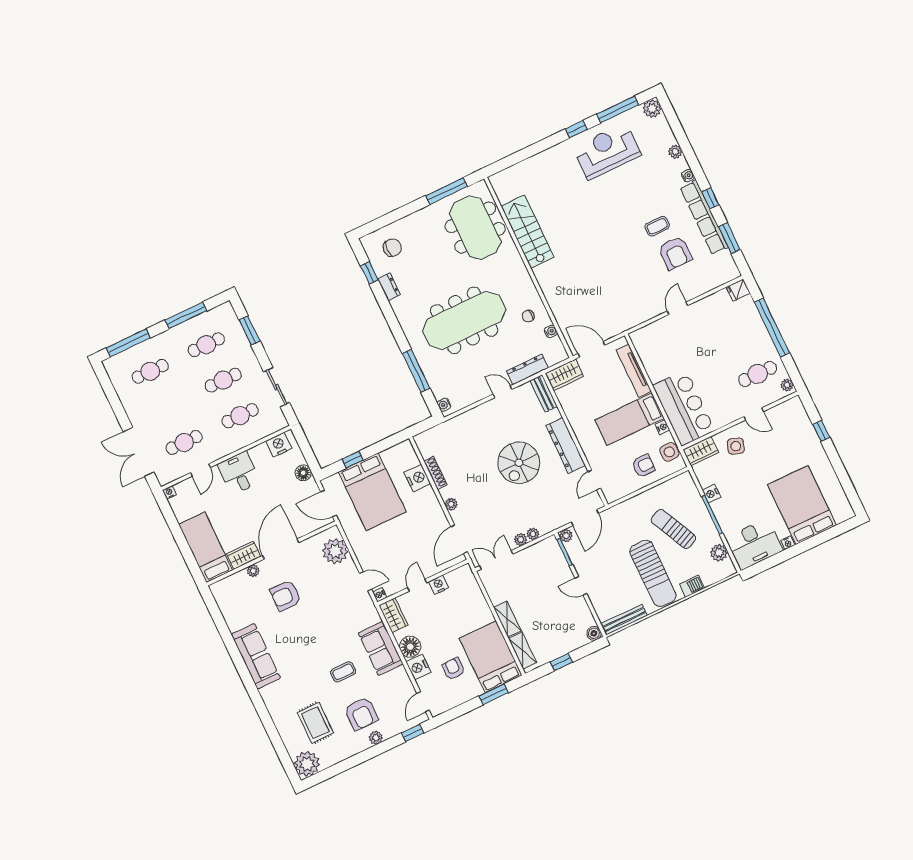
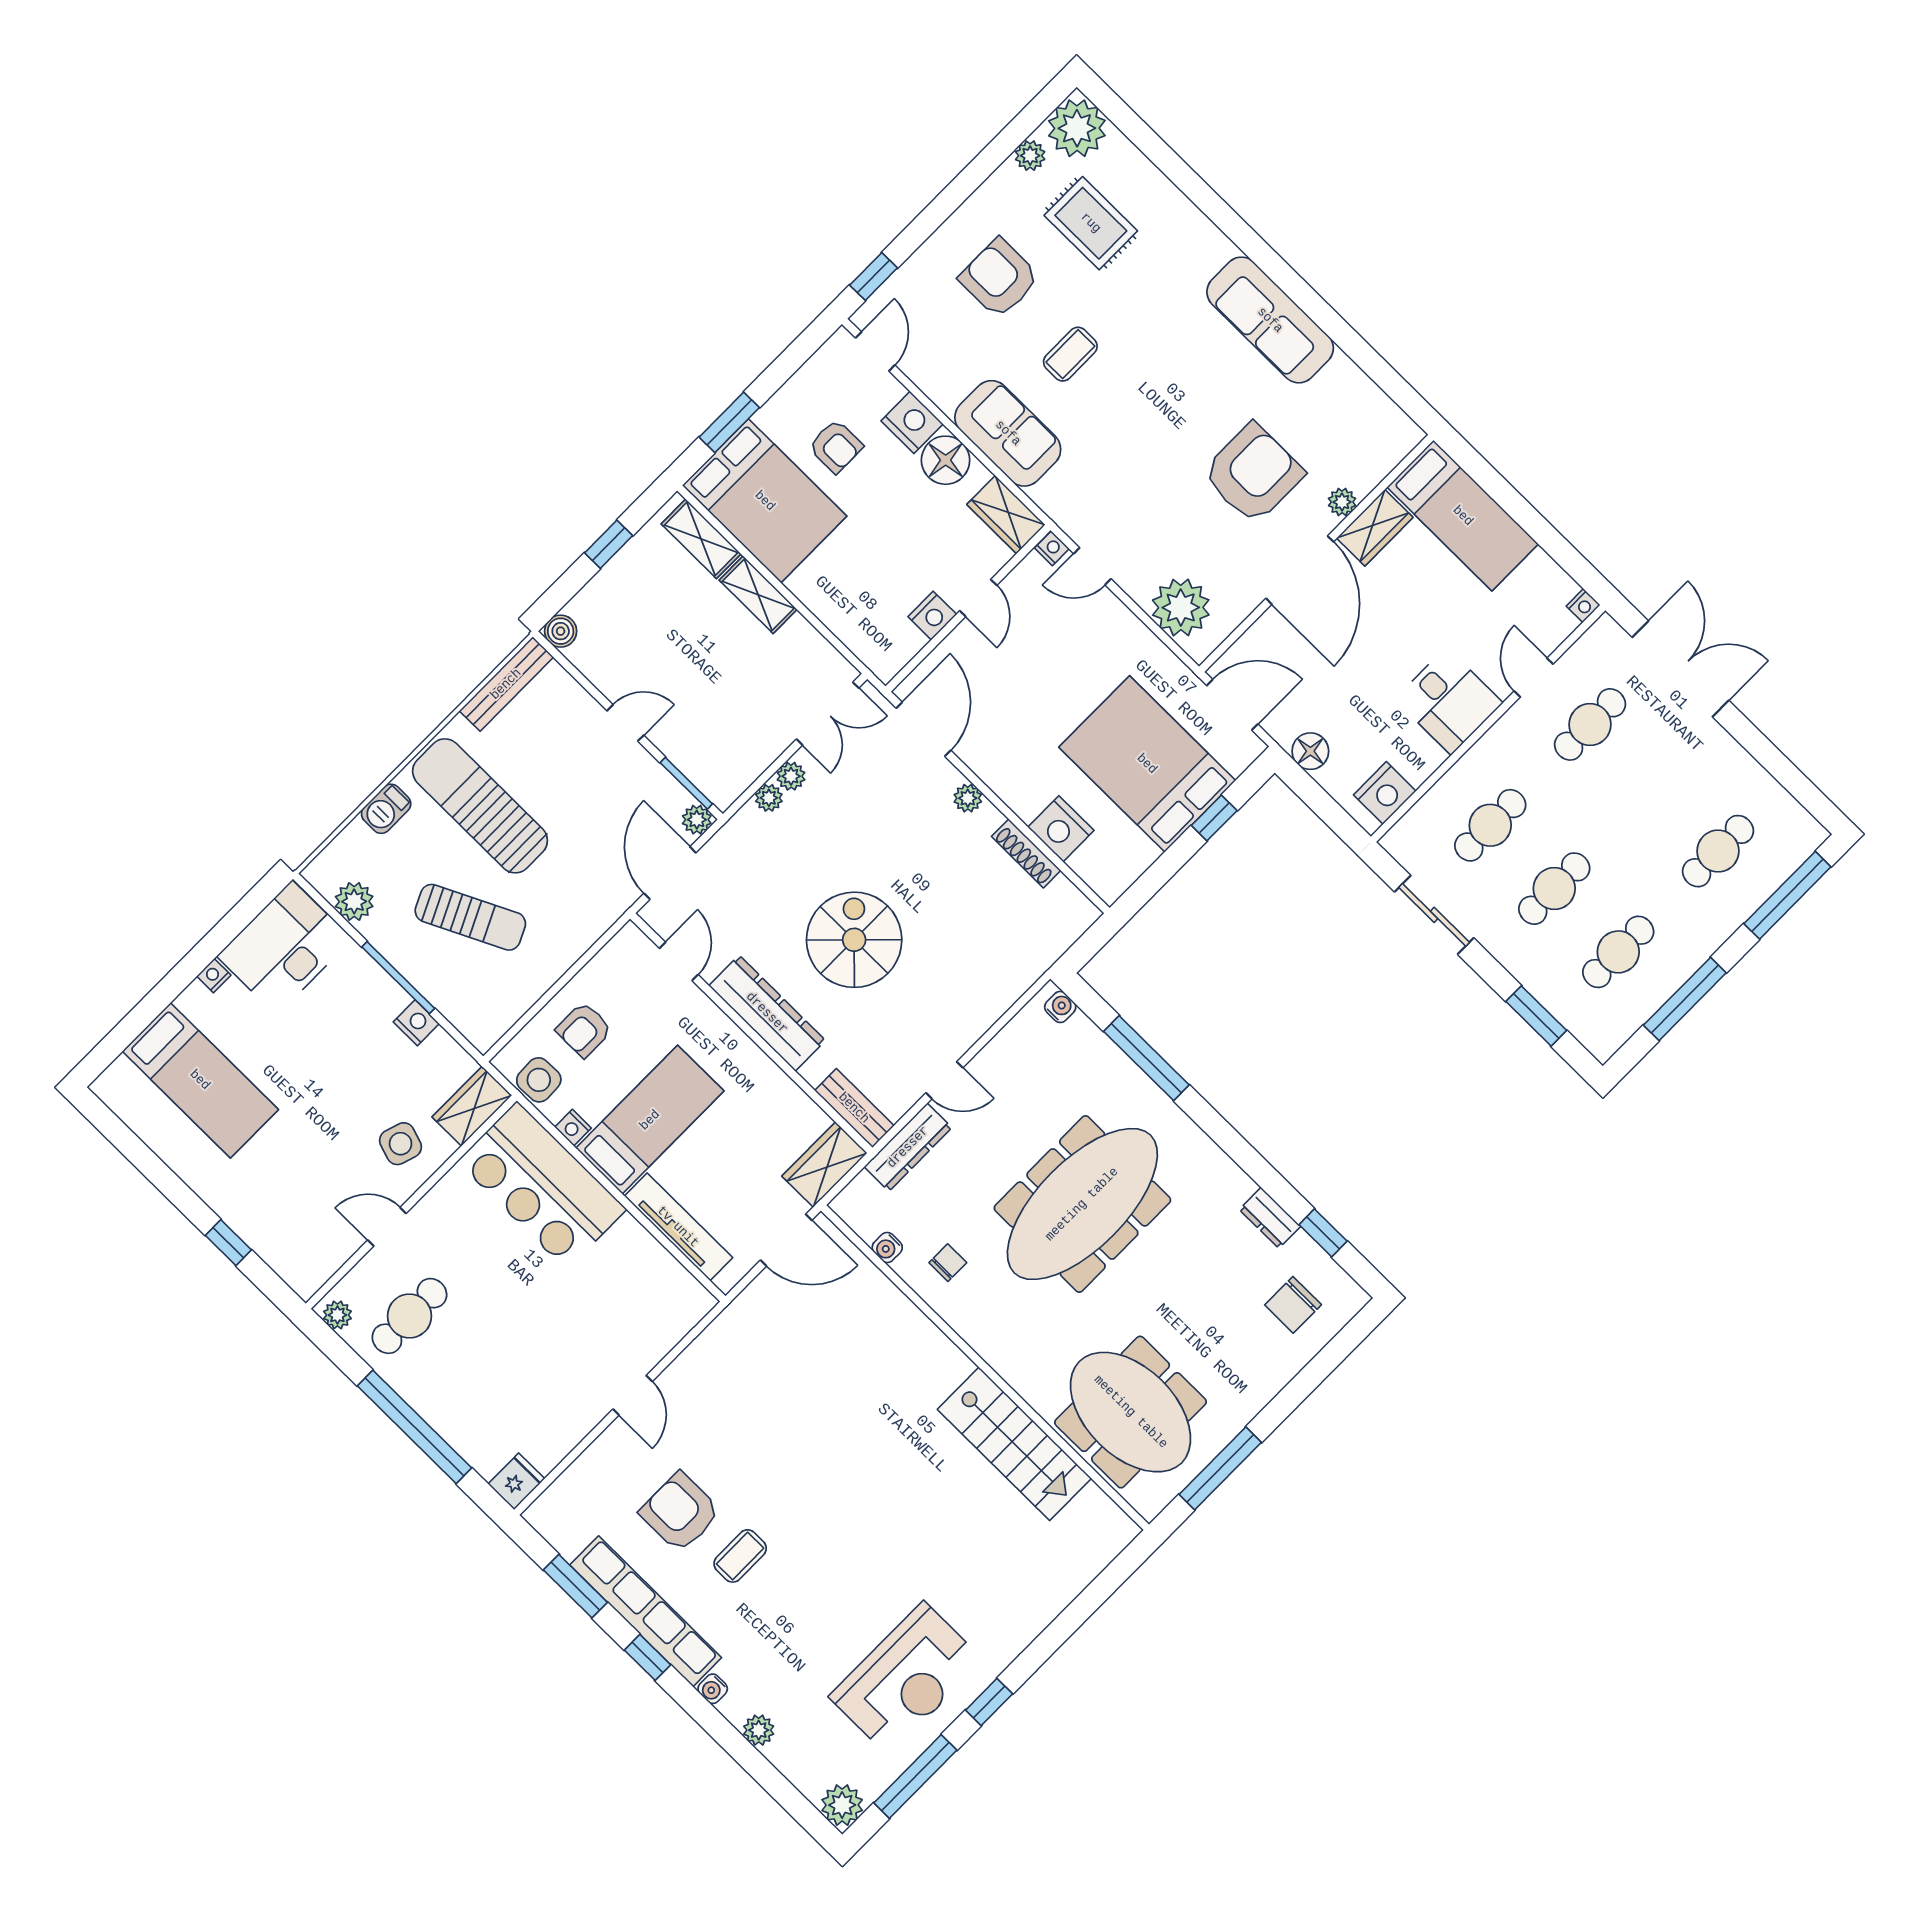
bed: (802, 505) -> (200, 1080), width x0.67
armchair: (286, 596) -> (1253, 473), width x1.36, depth x1.36
plant: (376, 738) -> (1030, 156), moved

